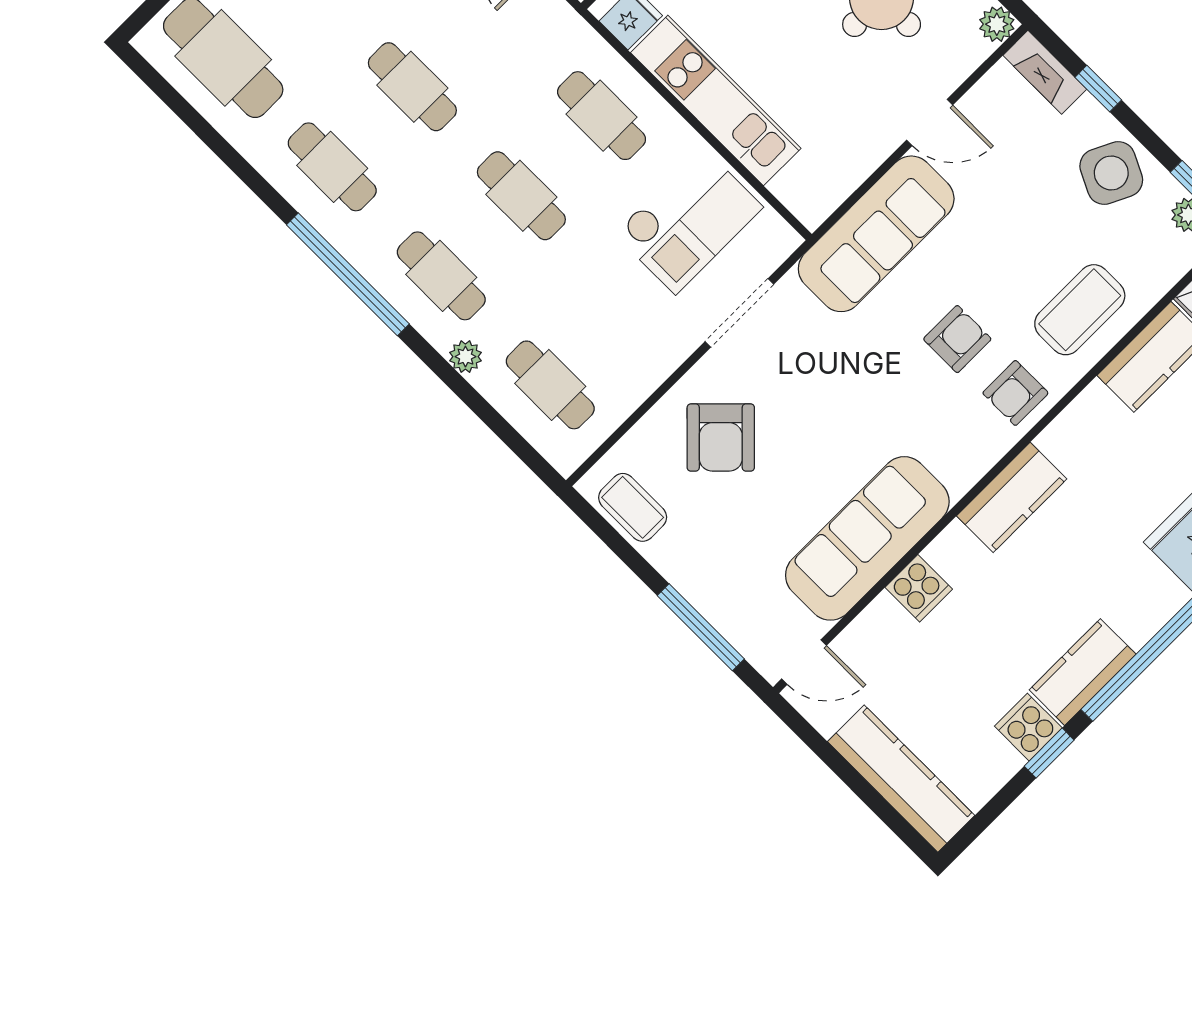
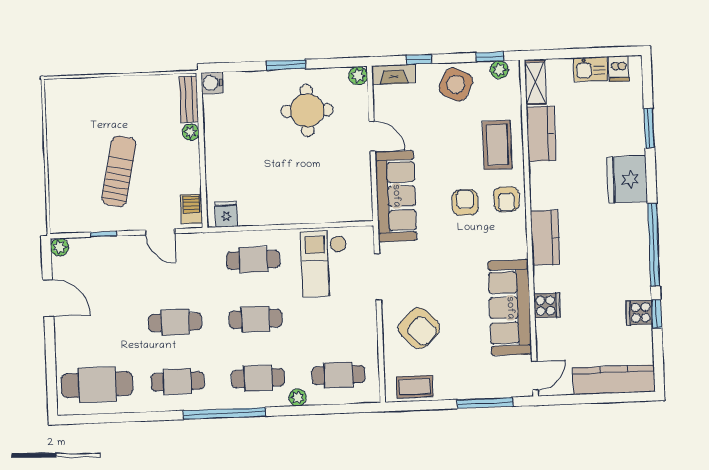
kitchen unit: (716, 100) -> (288, 211), removed
door: (930, 123) -> (372, 136), hinge flipped
checkout: (689, 220) -> (324, 263), turned 180
kitchen counter: (1083, 672) -> (637, 272), removed

